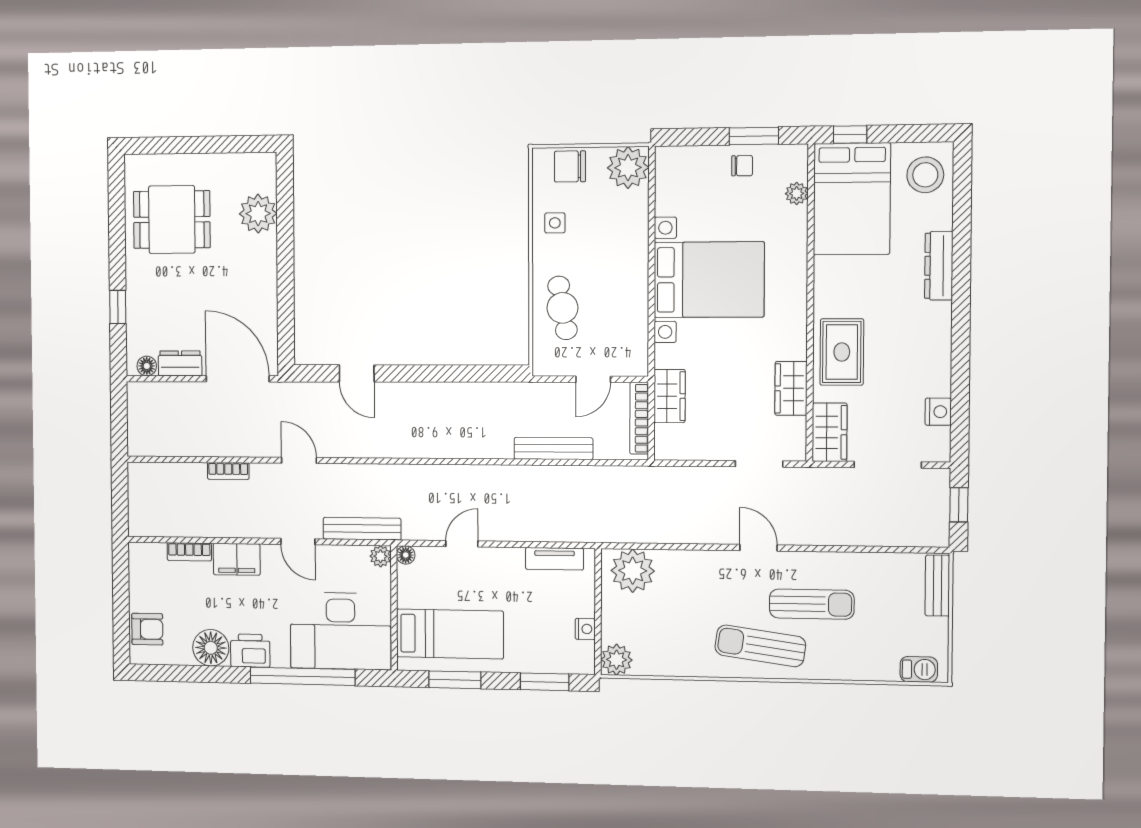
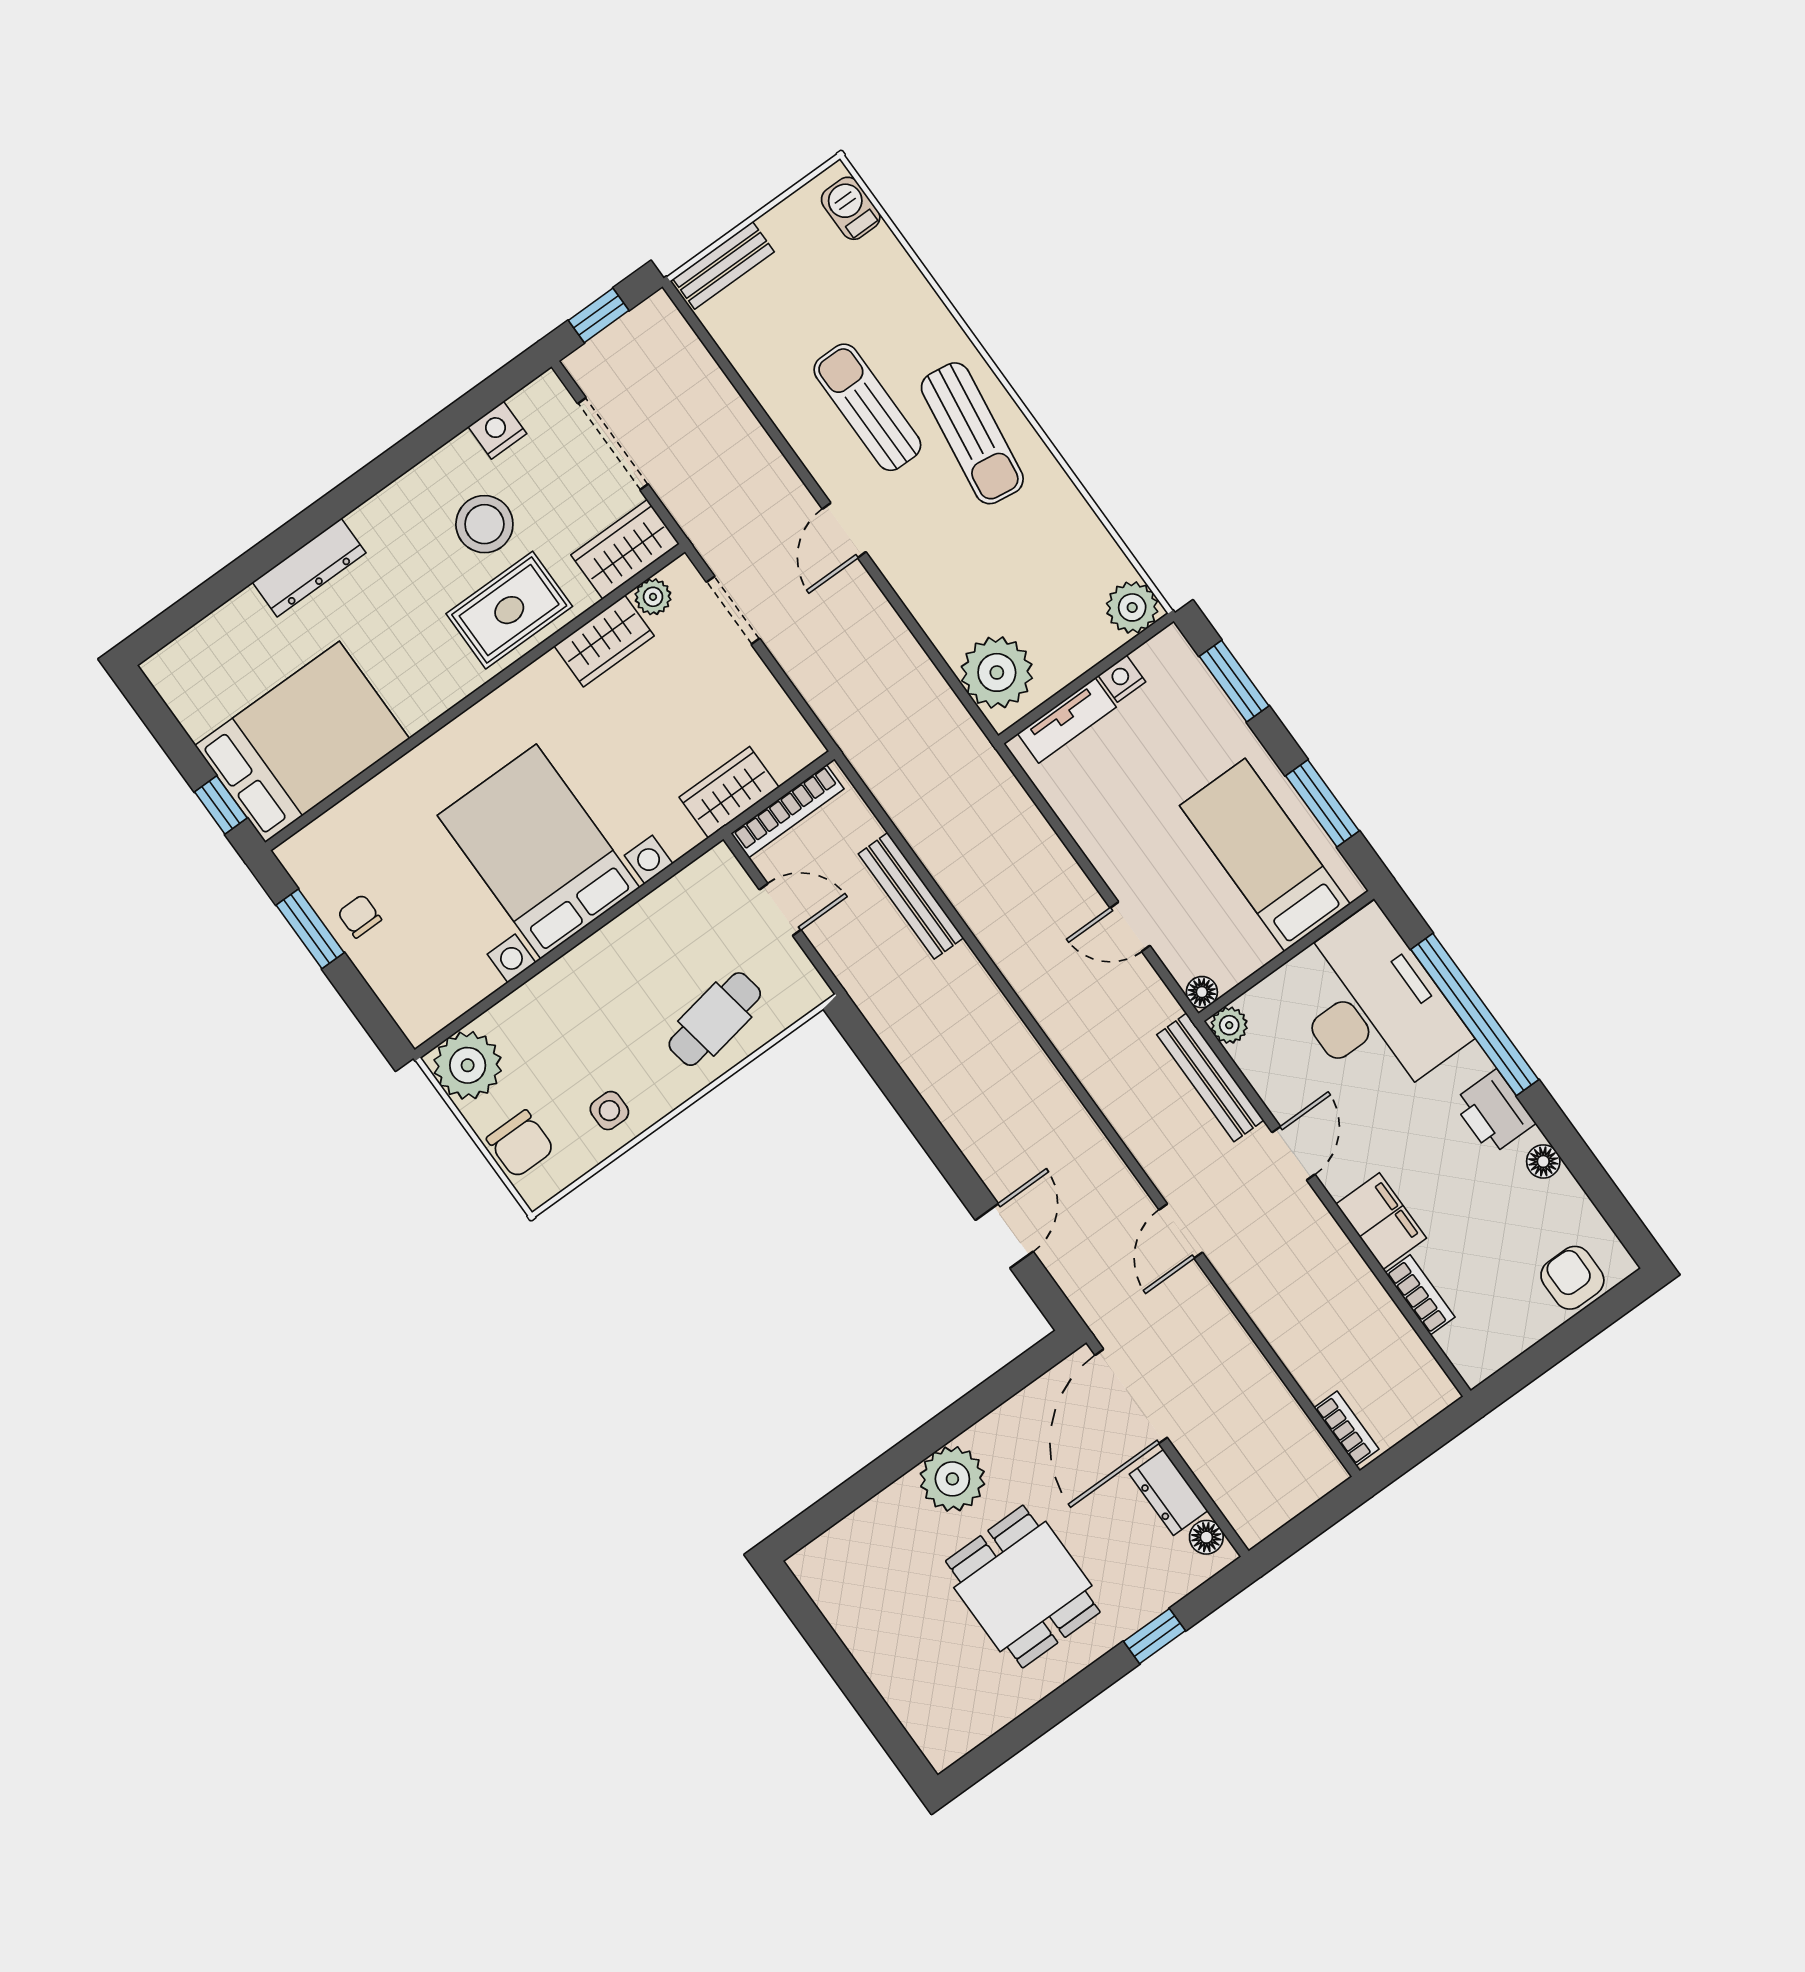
stool: (925, 175) -> (484, 524), moved
plant: (797, 193) -> (653, 597), moved
plant: (258, 214) -> (952, 1479), moved
dining table: (172, 220) -> (1023, 1587), moved
bookcase: (228, 471) -> (1346, 1428), moved
tv unit: (554, 559) -> (1067, 720), moved, turned 90
floor lamp: (211, 648) -> (1543, 1161), width x0.53, depth x0.53

